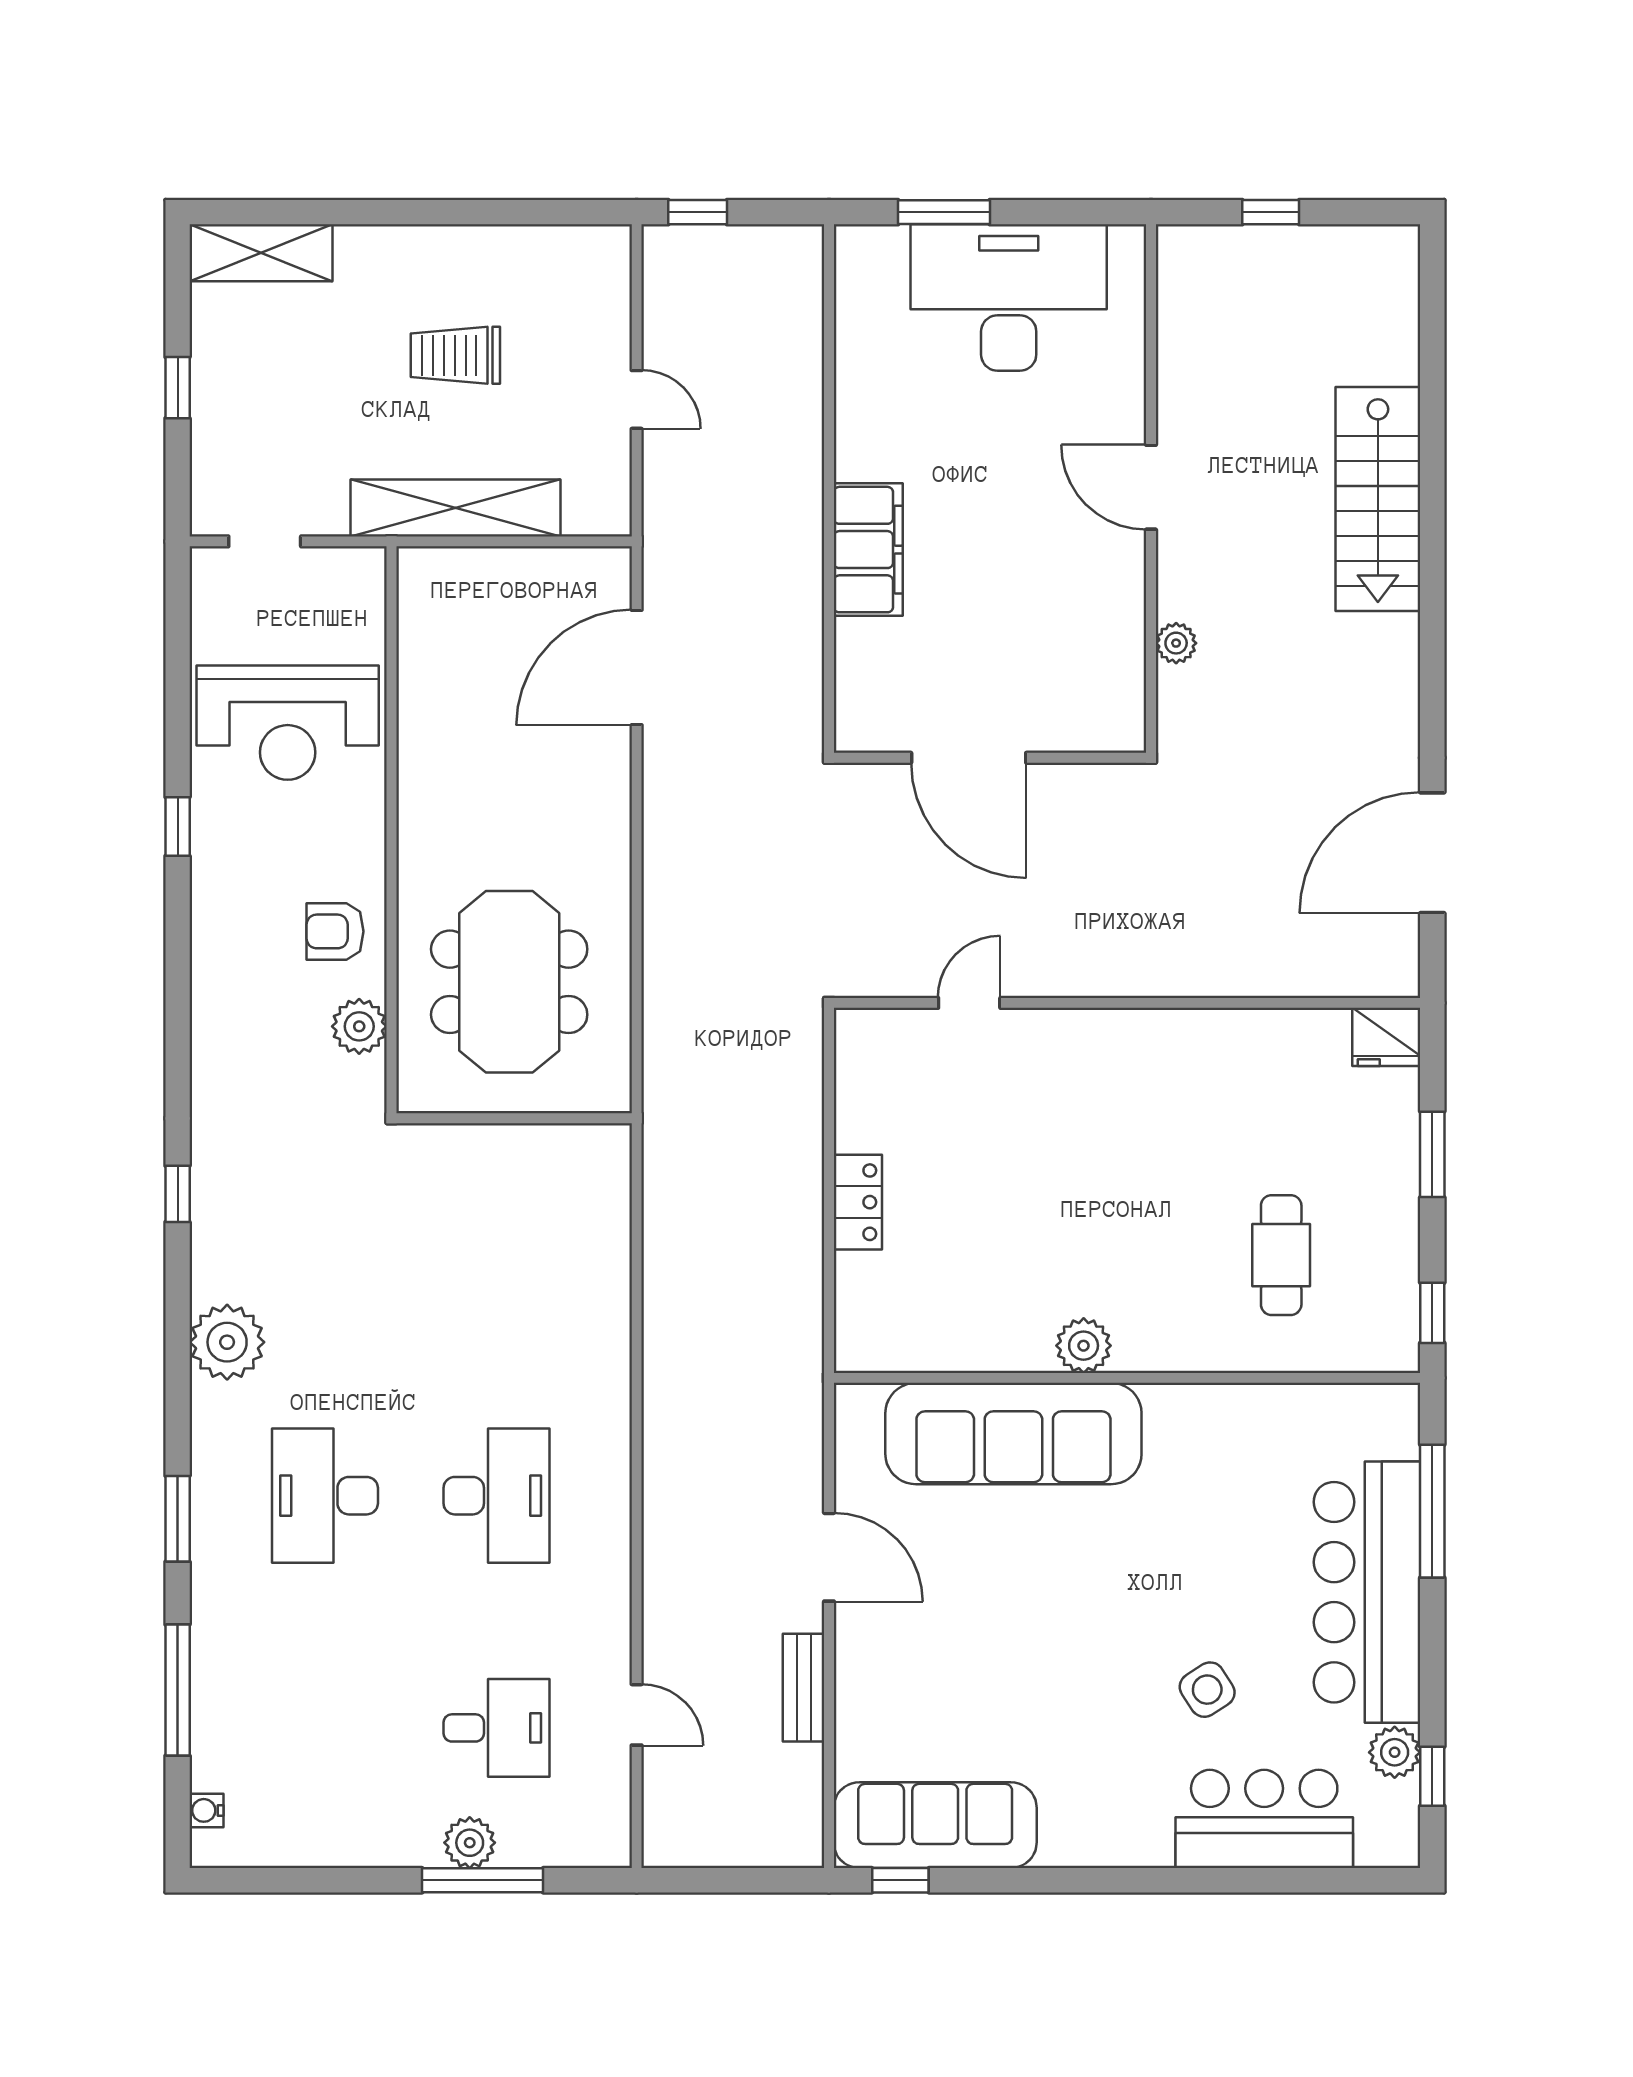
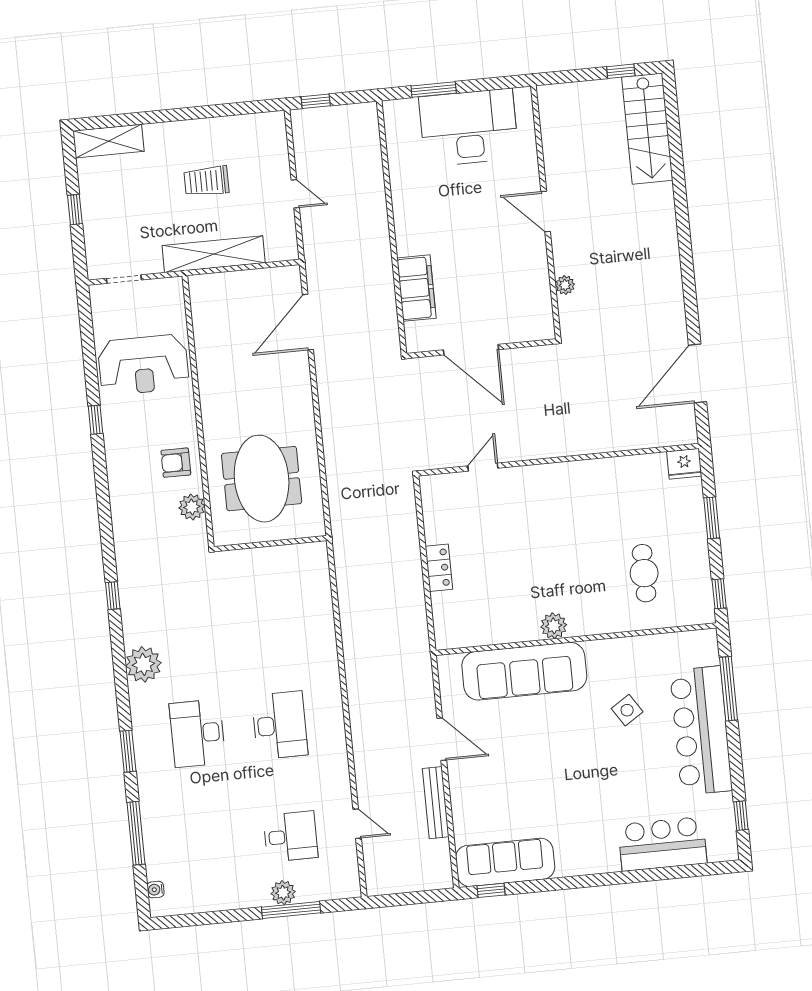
window: (1271, 212) -> (621, 71), moved
stairs: (1378, 499) -> (647, 129), moved
filing cabinet: (868, 550) -> (416, 288), moved
bench: (804, 1688) -> (436, 803), width x1.36
side table: (1207, 1690) -> (627, 710), moved
plant: (1395, 1752) -> (722, 806), removed

